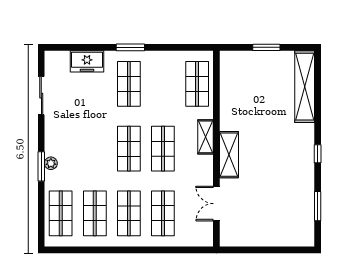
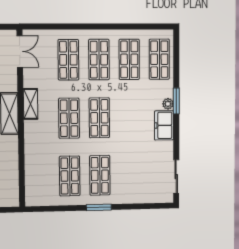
freezer: (87, 61) -> (164, 125), moved, turned -90
shop shelf: (197, 84) -> (70, 176), moved
sliding door: (41, 96) -> (176, 177), moved
shelving: (206, 137) -> (31, 104), moved
double door: (216, 204) -> (20, 51), moved

